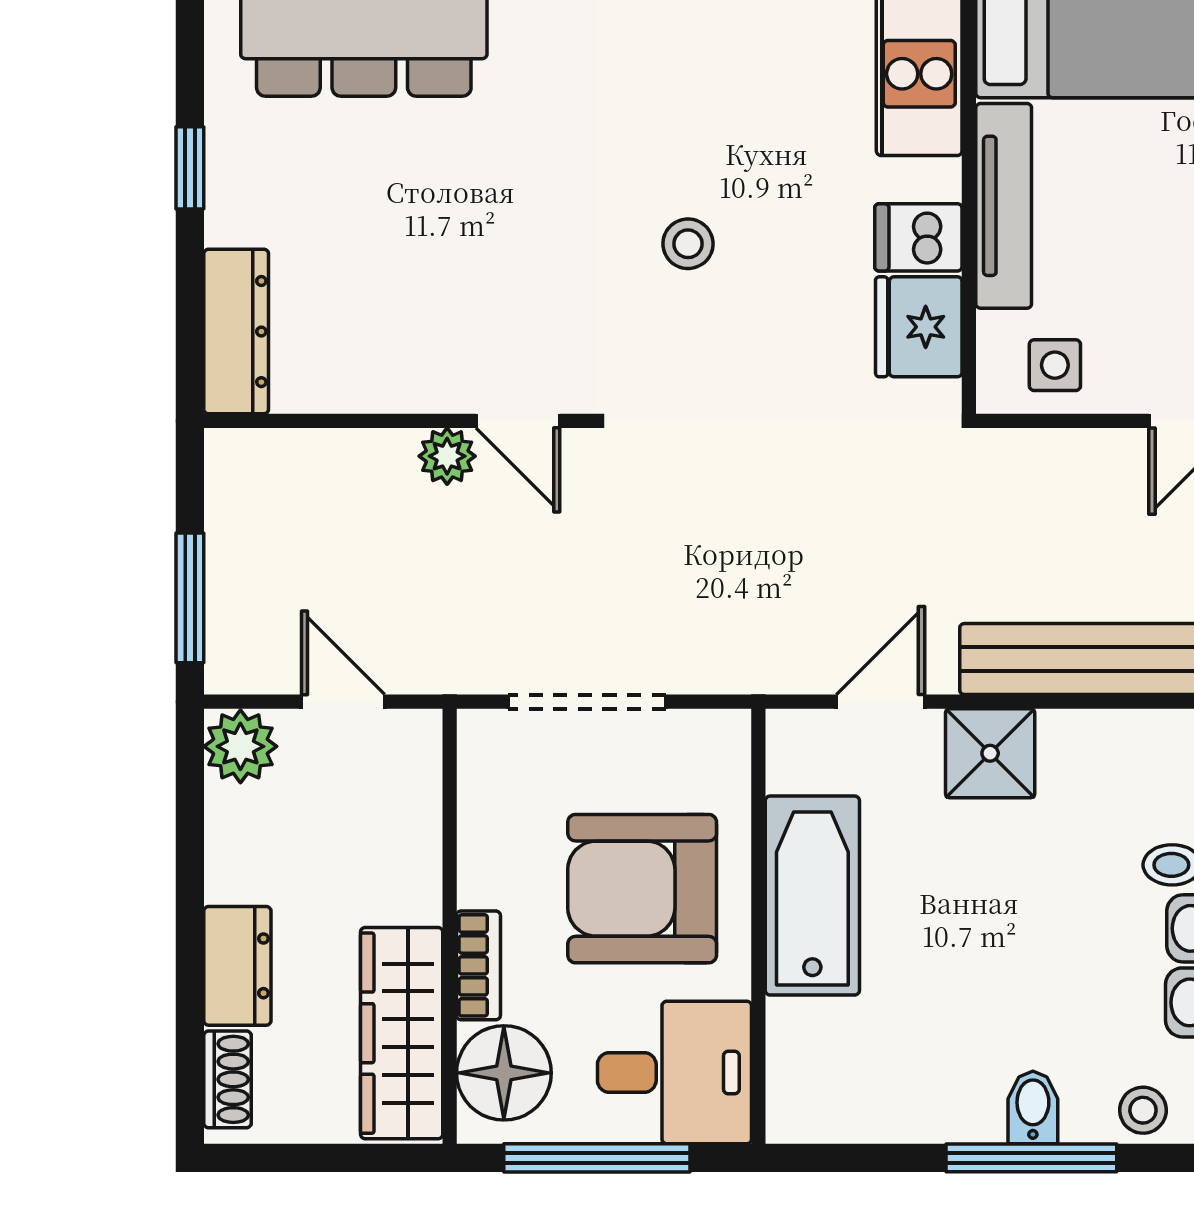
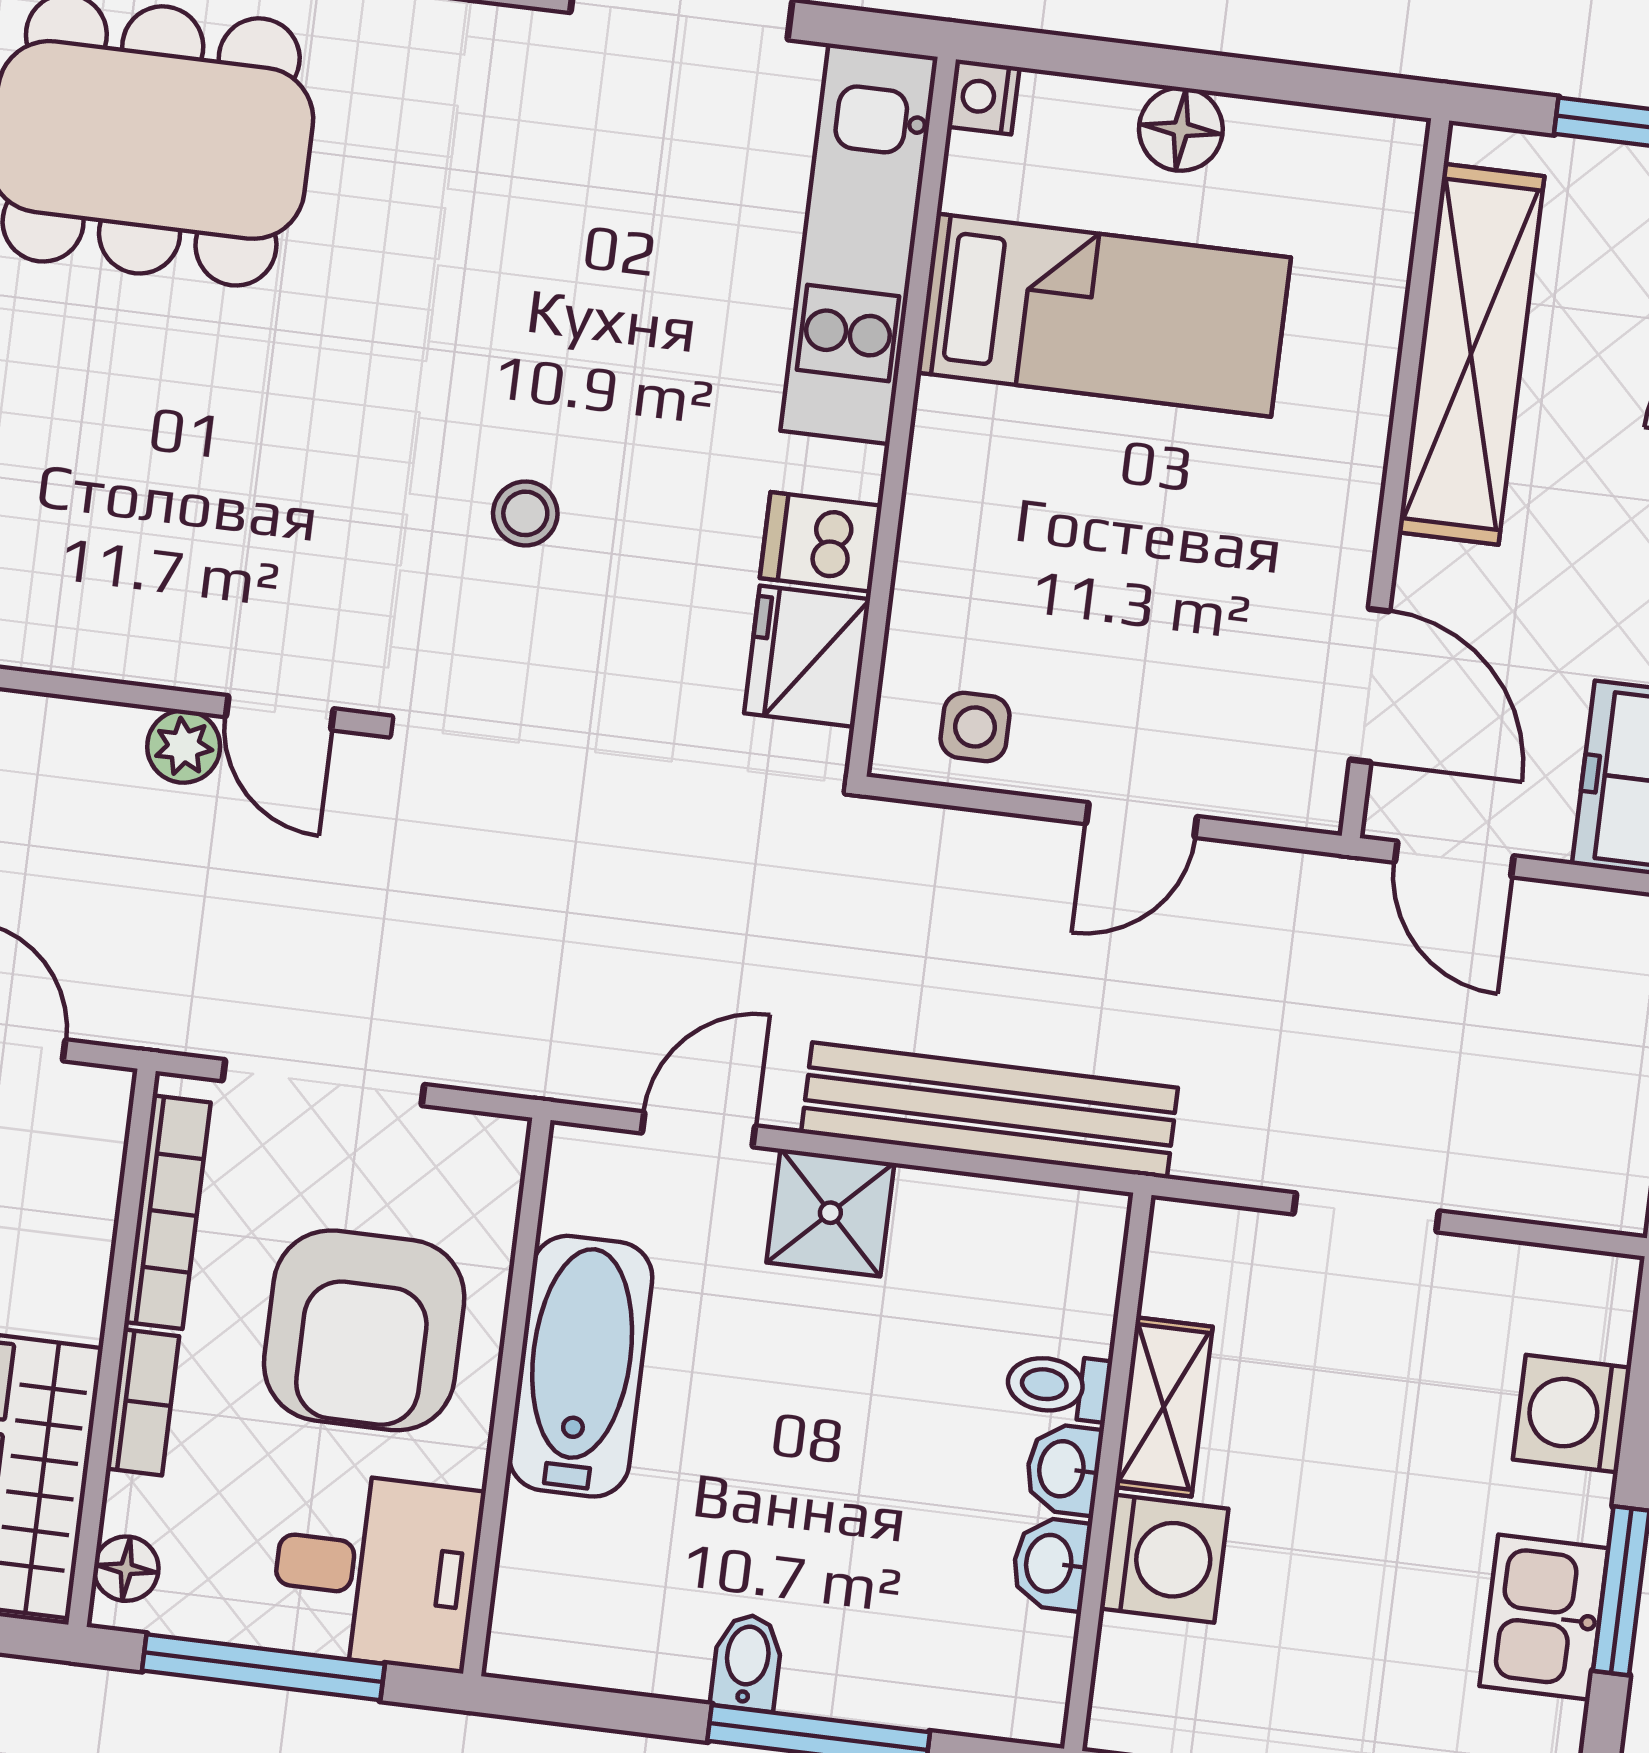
tv unit: (1004, 206) -> (935, 515), removed
bookcase: (479, 816) -> (168, 1212), added
armchair: (642, 889) -> (364, 1330), turned -90
floor lamp: (504, 1073) -> (126, 1569), width x0.53, depth x0.53
bidet: (1033, 1107) -> (747, 1662), moved
stool: (1143, 1110) -> (969, 1693), removed

